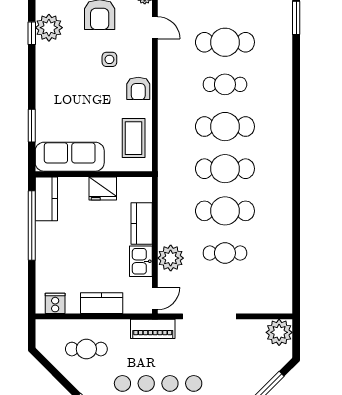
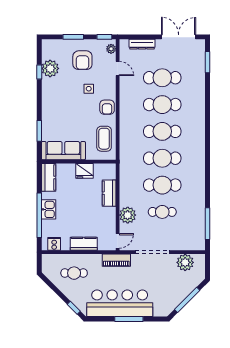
cafe table: (225, 84) -> (162, 105), width x1.37, depth x1.35
window: (32, 225) -> (39, 215), moved
kitchen sink: (141, 261) -> (49, 209), moved, turned 180
window: (296, 271) -> (208, 224), added
plant: (279, 332) -> (185, 262), moved

